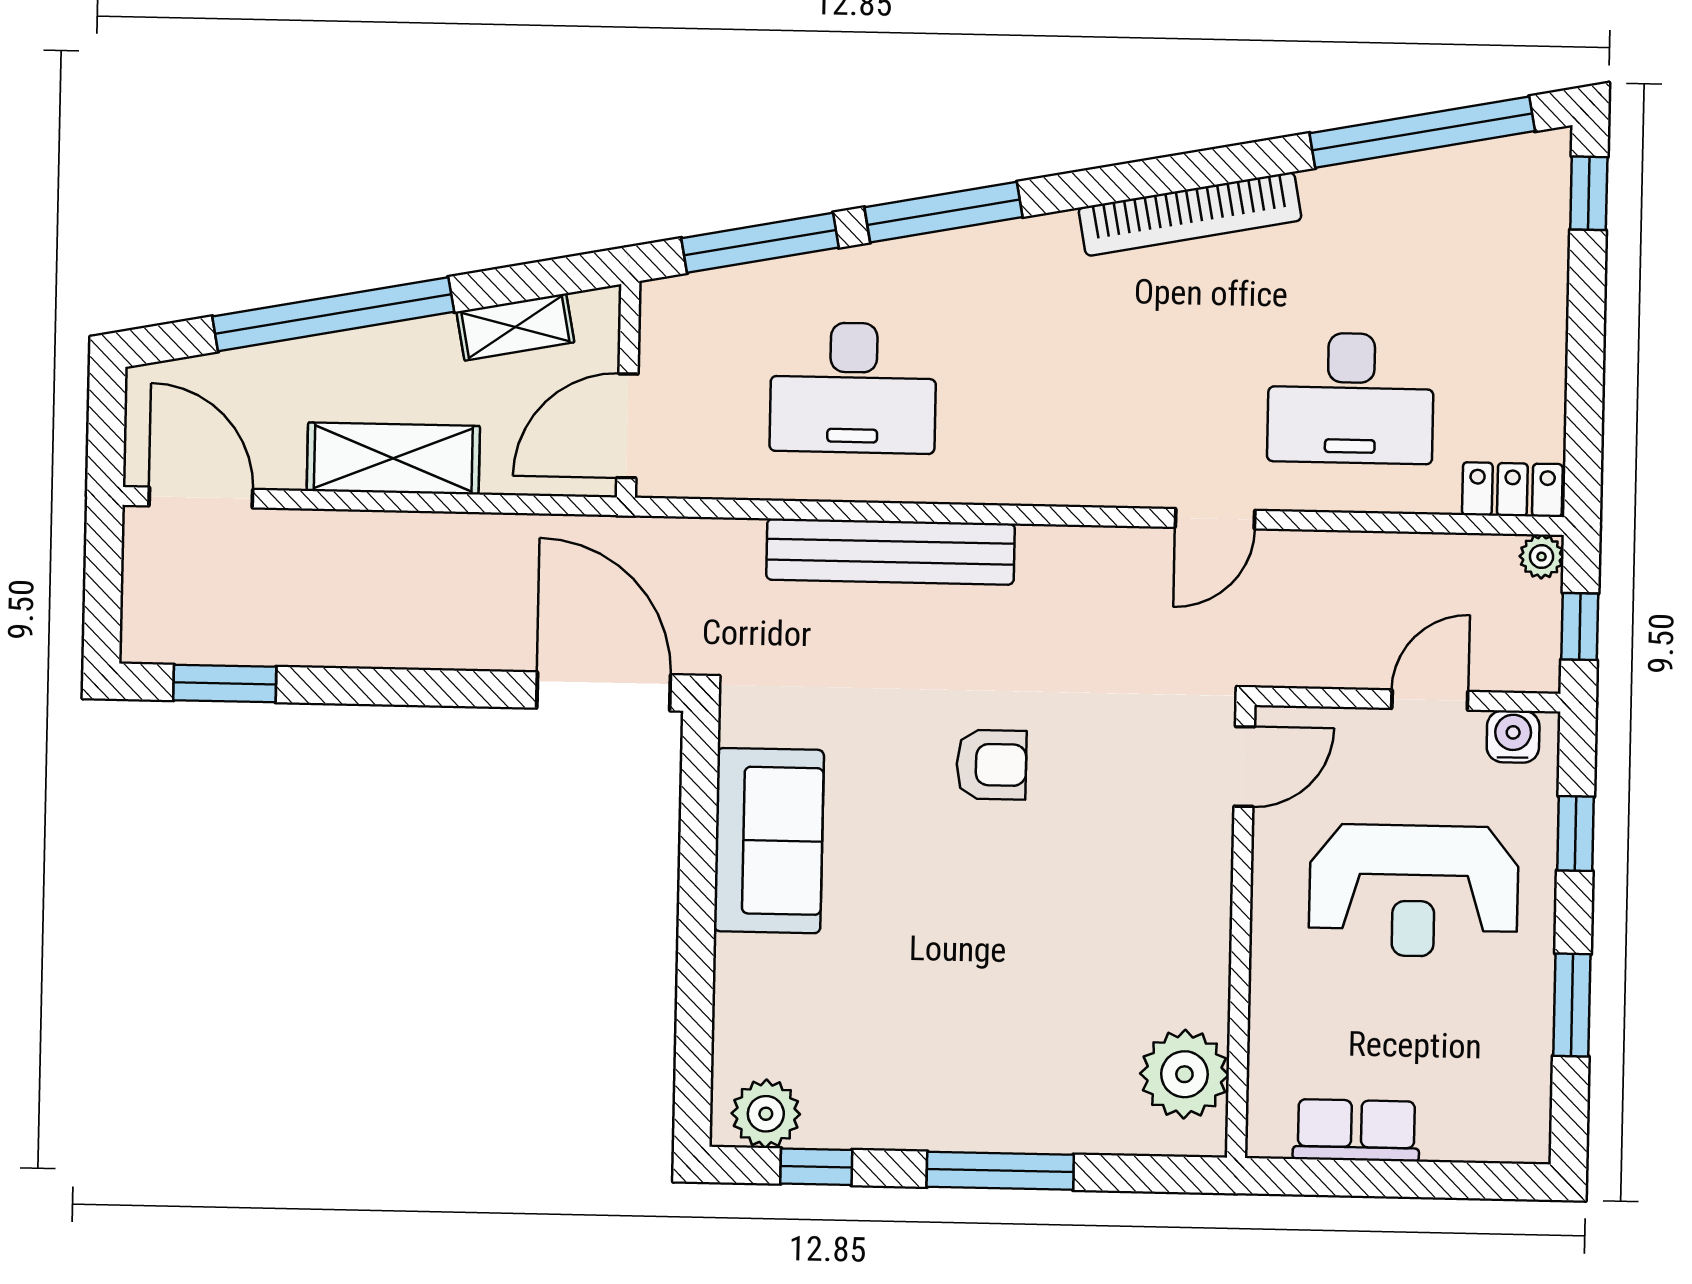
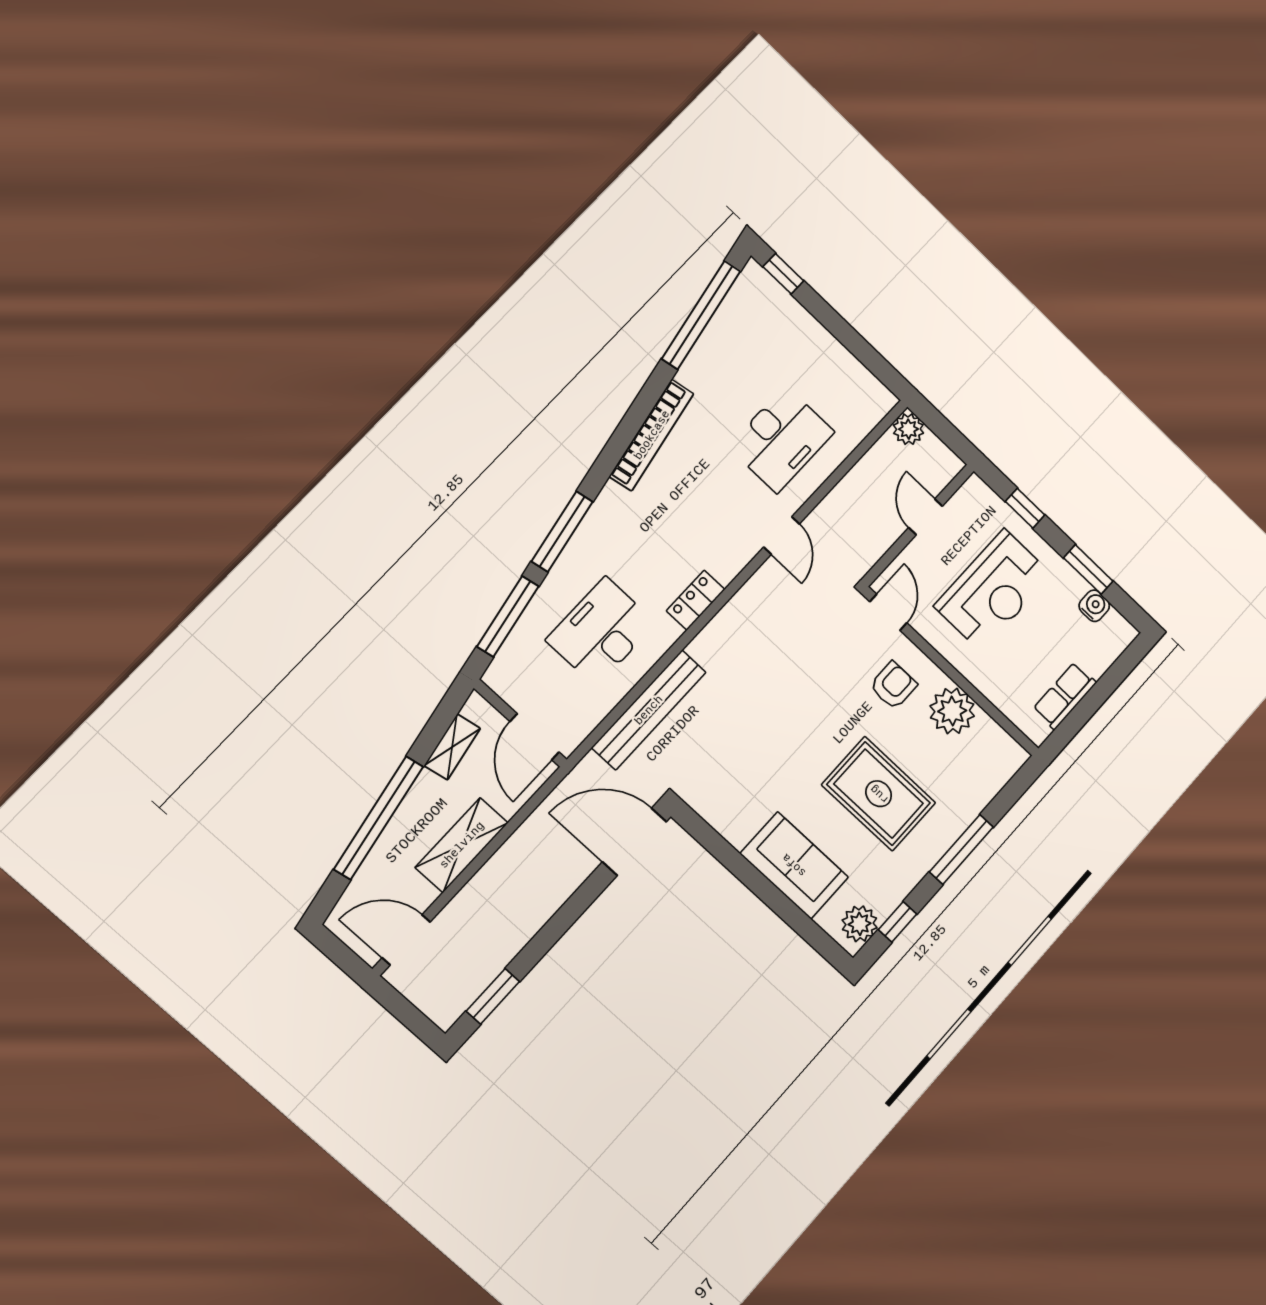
desk: (853, 388) -> (601, 632), turned 180
locker: (1512, 490) -> (696, 600), moved
bench: (890, 552) -> (649, 710), moved
plant: (1542, 557) -> (908, 429), width x1.38, depth x1.38
window: (1580, 626) -> (948, 433), removed
water cooler: (1513, 737) -> (1094, 606), moved, turned 90
armchair: (991, 765) -> (893, 685), moved
sofa: (769, 841) -> (794, 865), moved
rug: (974, 980) -> (879, 794), added
plant: (1184, 1074) -> (952, 711), moved

